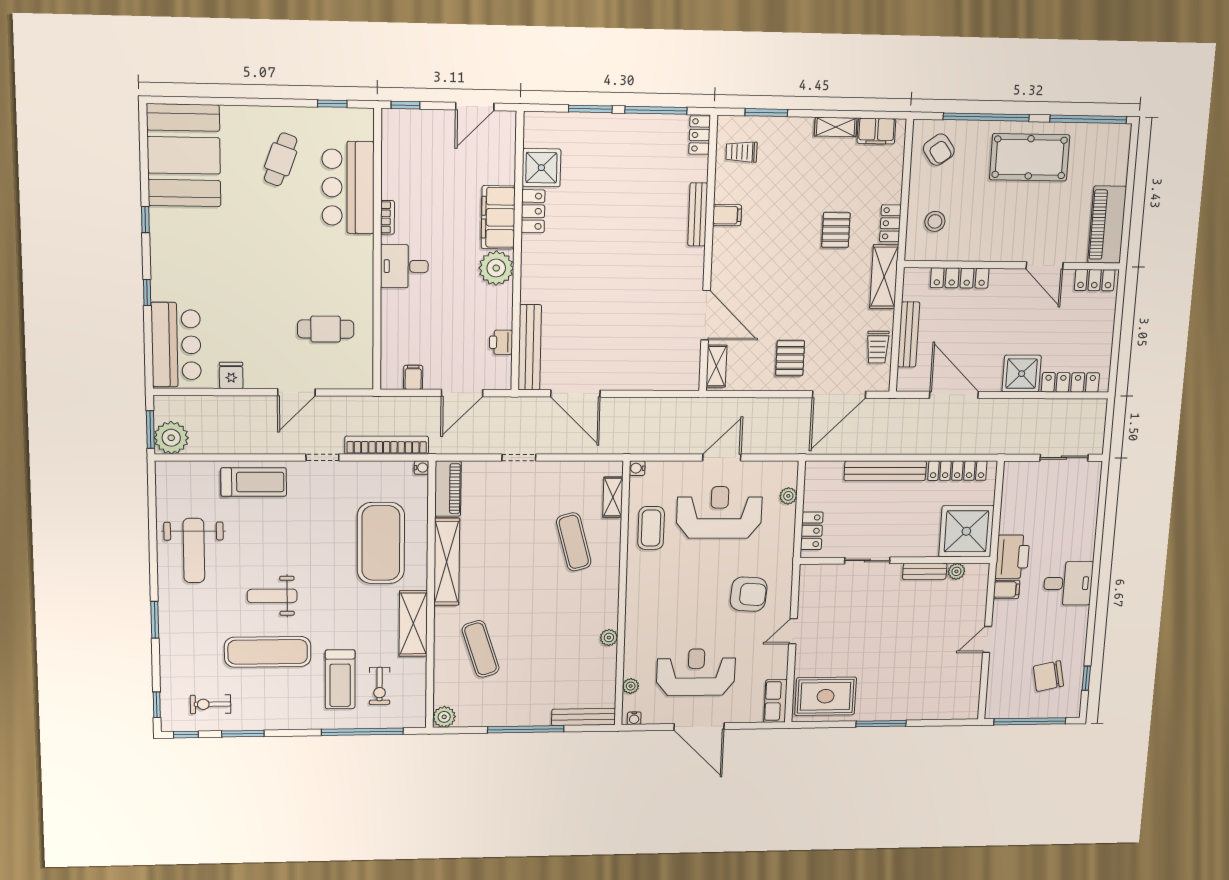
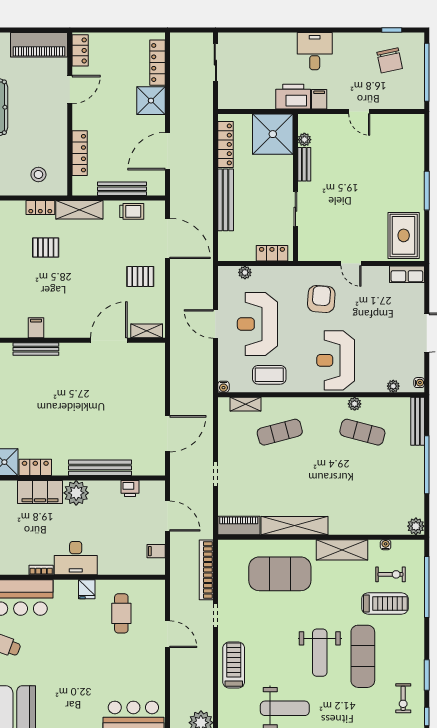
desk: (404, 266) -> (76, 558), width x1.37
bench: (530, 347) -> (100, 468), moved
fridge: (231, 375) -> (87, 589), moved, turned -90
water cooler: (421, 468) -> (386, 545), moved
weight bench: (272, 596) -> (320, 653), width x1.36, depth x1.33
exercise mat: (481, 649) -> (362, 432), moved, turned 33
reception desk: (696, 672) -> (336, 360), moved

